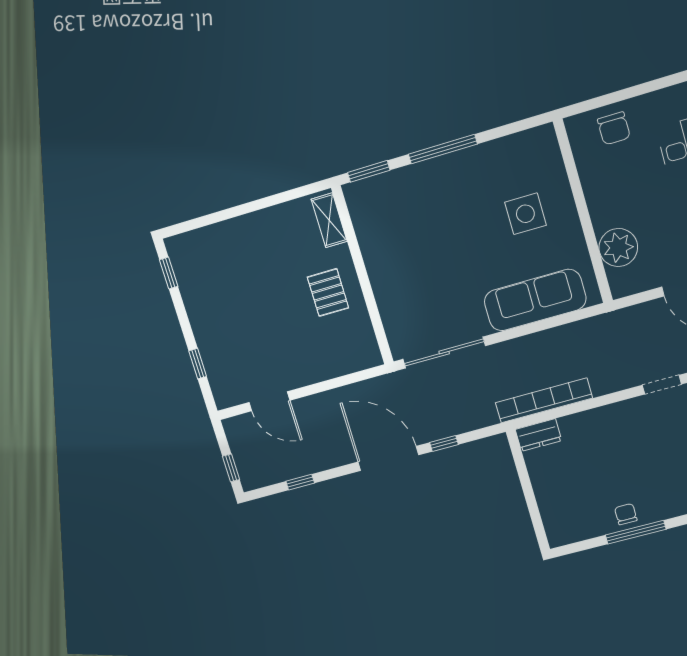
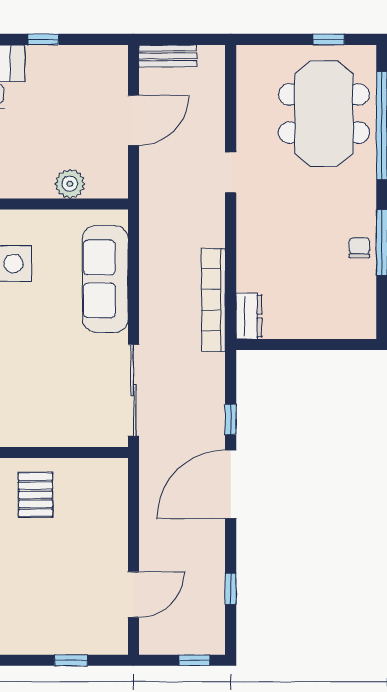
plant: (618, 248) -> (70, 184), width x0.73, depth x0.73
pallet: (328, 292) -> (35, 495), turned 90
chair: (626, 514) -> (359, 248), turned 90

